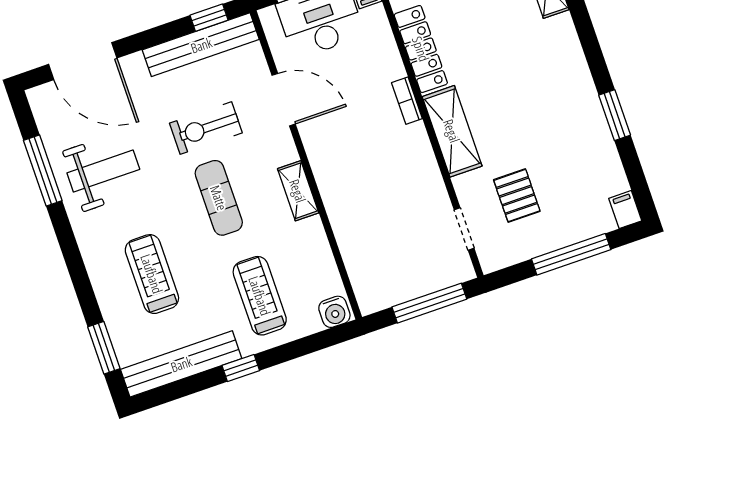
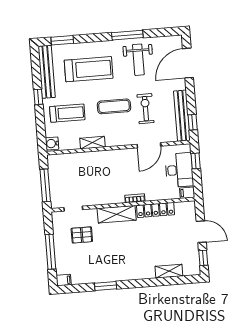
window: (43, 170) -> (127, 35), moved
shelving: (298, 191) -> (92, 143), moved
treadmill: (152, 274) -> (89, 69), width x1.37, depth x1.38

